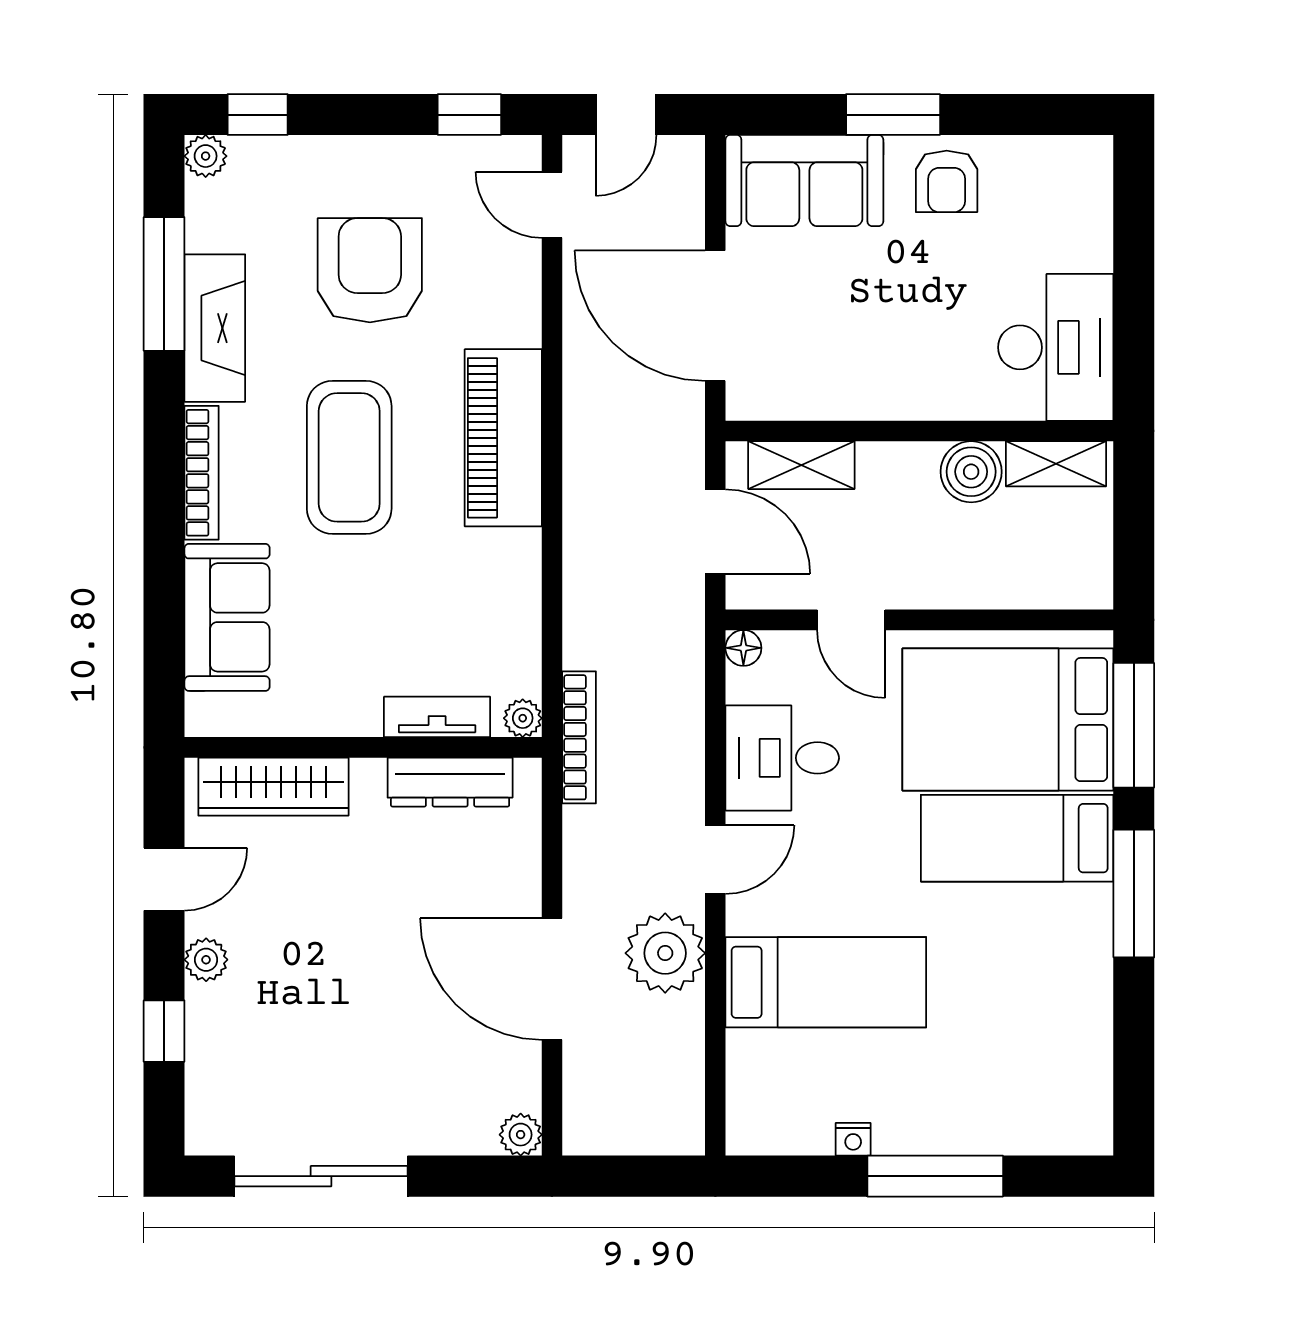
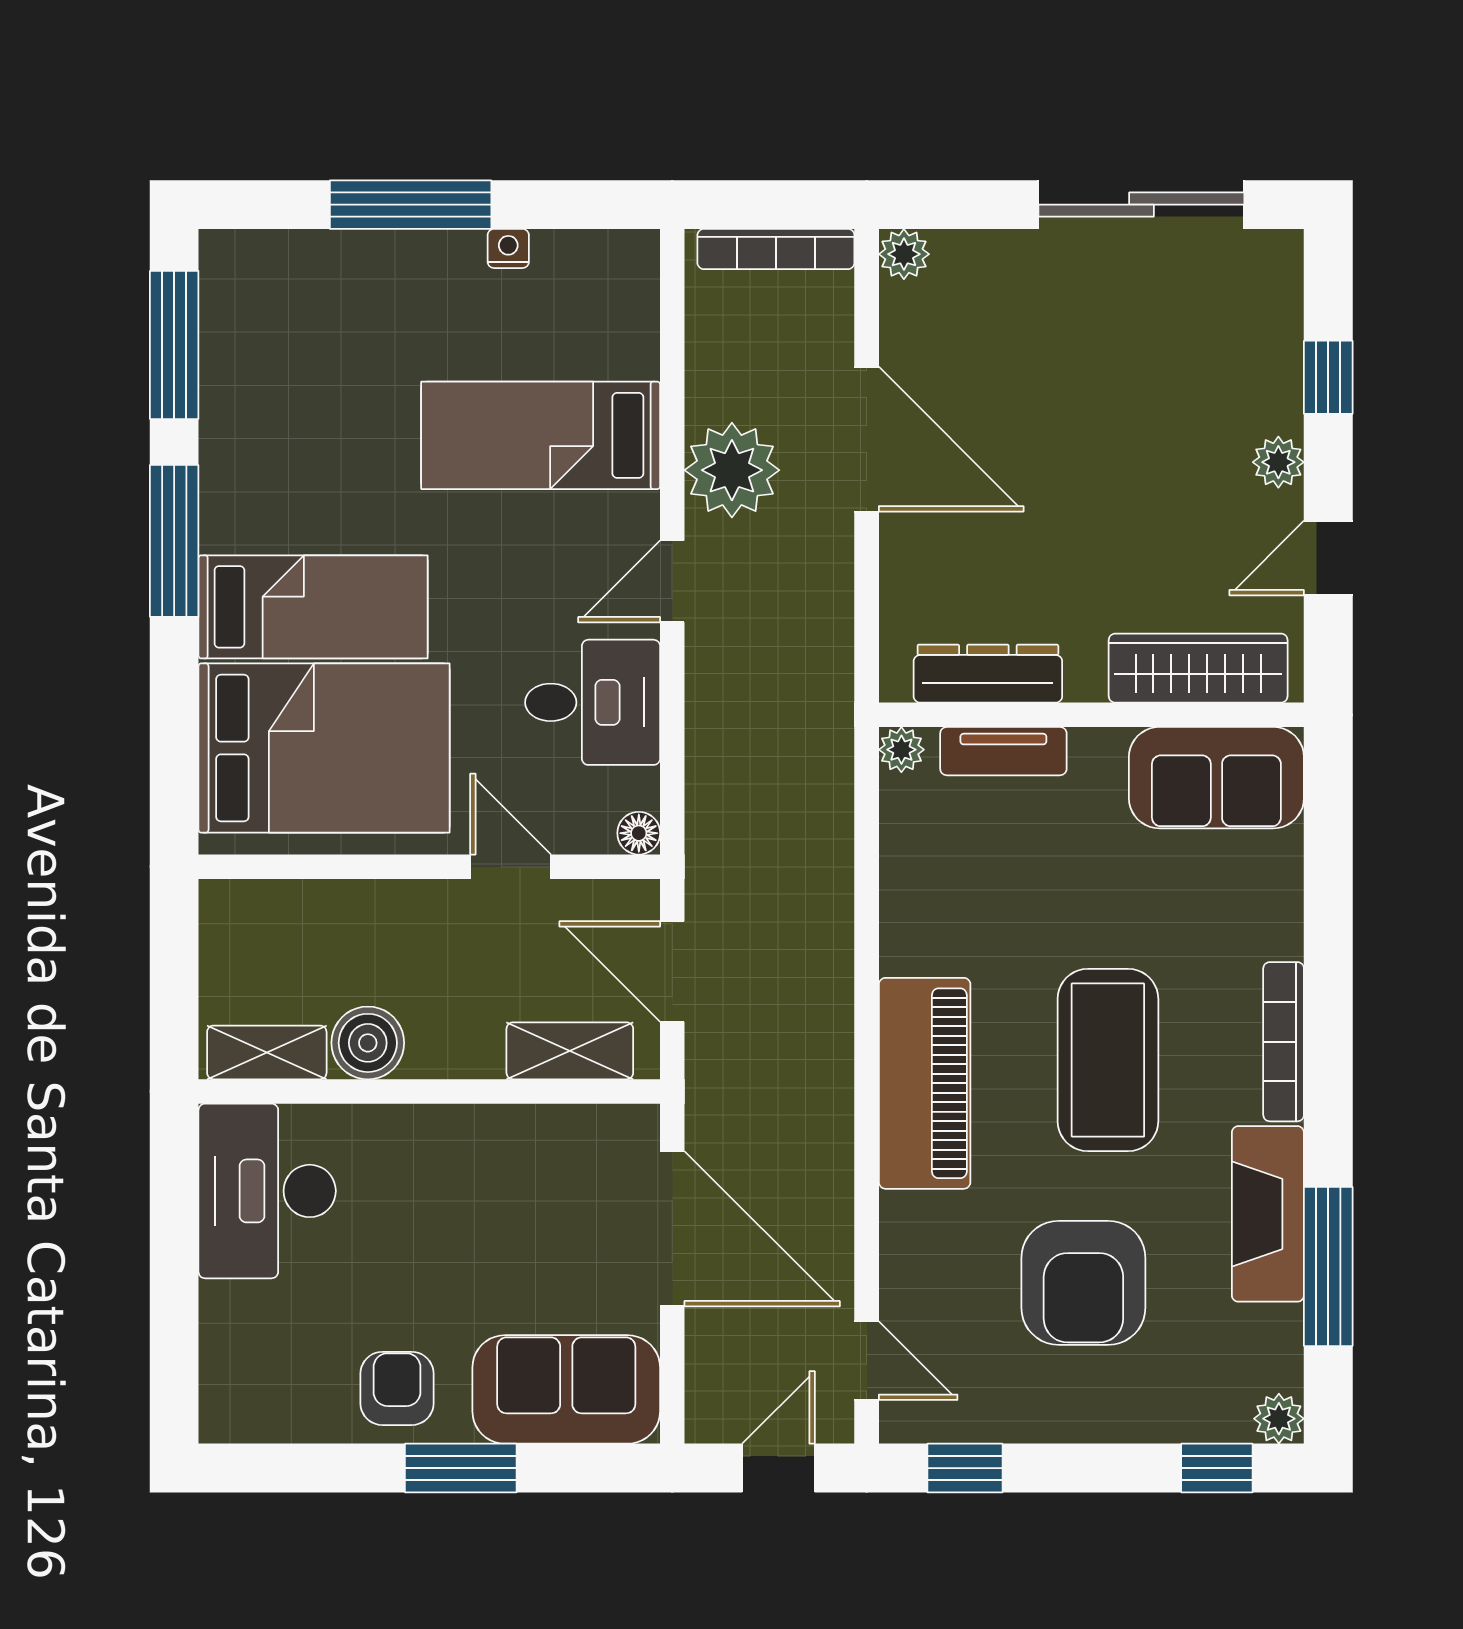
sofa: (227, 617) -> (1216, 778), moved, turned -90
window: (1134, 725) -> (174, 345), moved
bookcase: (579, 737) -> (776, 249), moved, turned -90

